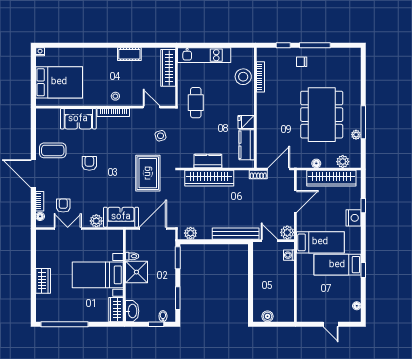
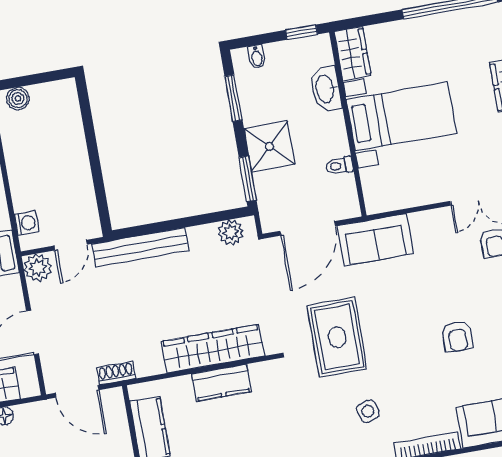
side table: (160, 136) -> (368, 411), moved
door: (279, 169) -> (77, 391), hinge flipped
plant: (96, 221) -> (423, 224), removed
door: (269, 241) -> (71, 245), hinge flipped
shower: (136, 272) -> (269, 146), moved
washbasin: (132, 311) -> (326, 89), moved
boiler: (268, 316) -> (18, 99), moved
window: (156, 324) -> (301, 32), moved

